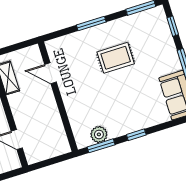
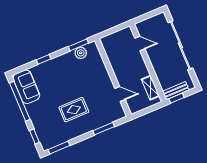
window: (91, 23) -> (104, 129), moved
window: (136, 135) -> (44, 59), moved

